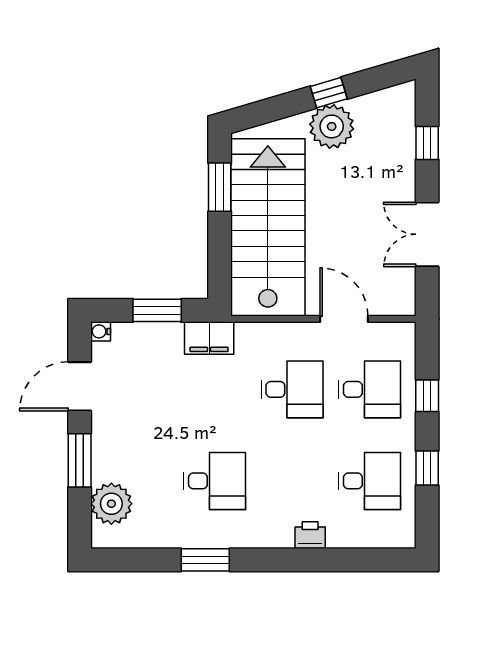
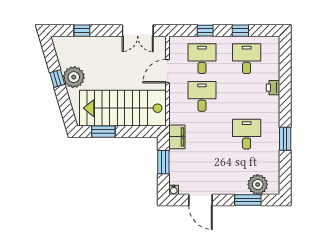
double door: (427, 234) -> (138, 31), moved
window: (80, 460) -> (248, 200), moved

